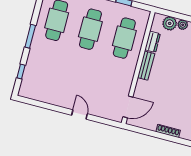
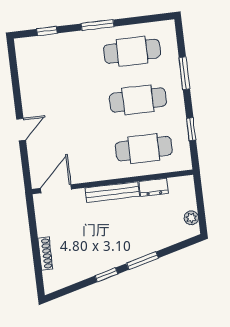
plant: (170, 23) -> (186, 200), removed
bench: (146, 66) -> (112, 192), width x1.36
door: (128, 107) -> (56, 189), swing flipped

